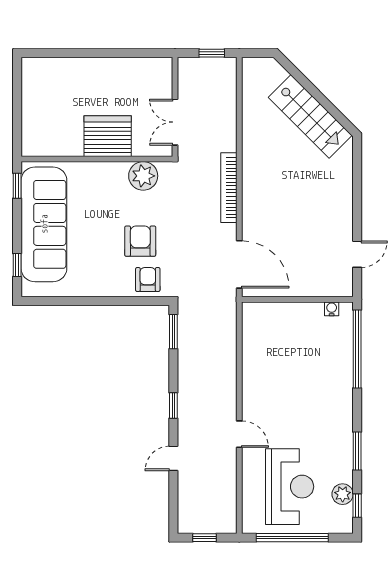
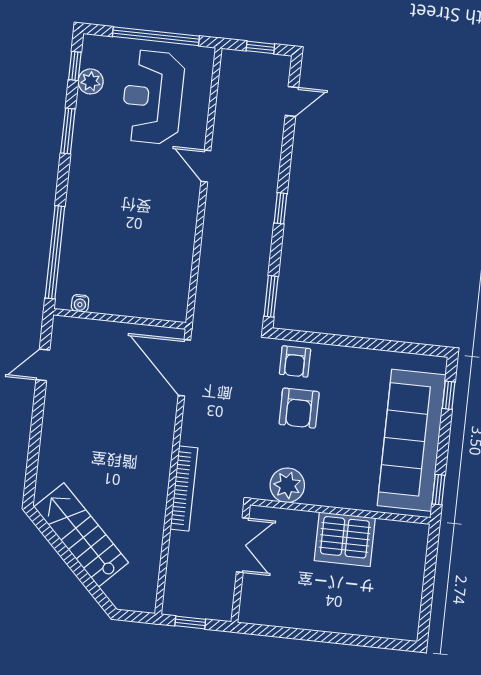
server rack: (108, 136) -> (345, 539), moved
bookcase: (229, 188) -> (184, 488), moved
door: (173, 458) -> (292, 102), moved

